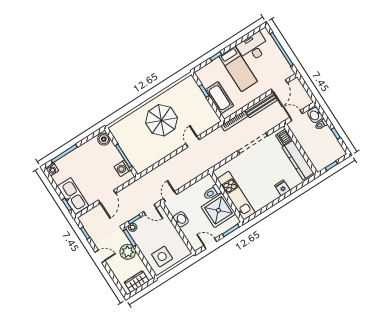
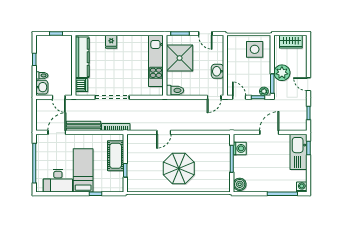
toilet: (212, 192) -> (175, 90), moved

